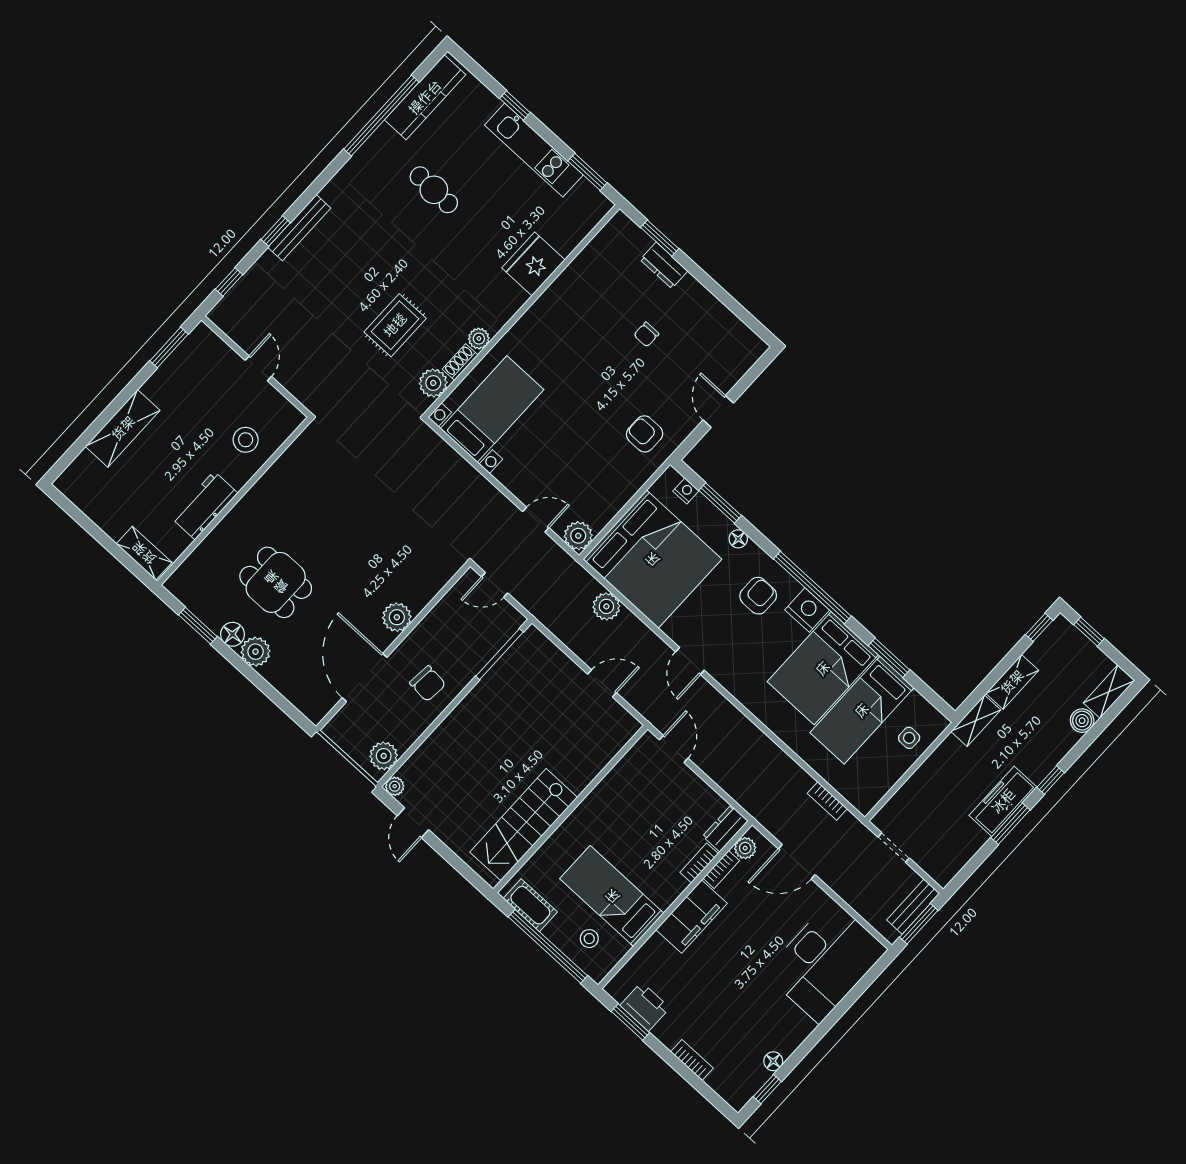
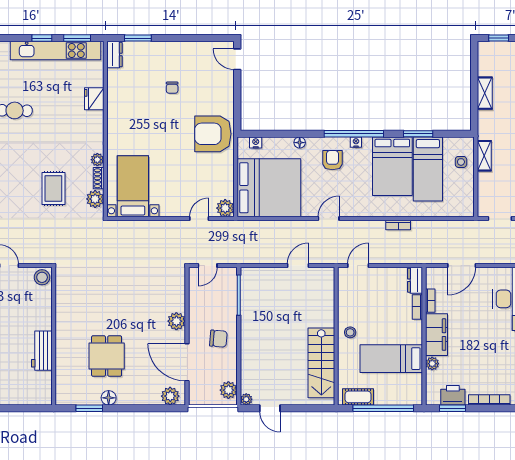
window: (515, 105) -> (42, 38), moved
kitchen unit: (534, 150) -> (56, 50), width x1.36
fridge: (533, 264) -> (94, 99), width x0.73, depth x0.75
dresser: (664, 265) -> (115, 55), moved, turned -90
door: (718, 411) -> (237, 59), moved
armchair: (645, 434) -> (213, 134), width x1.88, depth x1.88
stool: (246, 440) -> (42, 277), moved
window: (720, 503) -> (276, 134), removed
shelving: (144, 553) -> (34, 398), removed
dining table: (276, 582) -> (107, 356), turned 90
plant: (606, 606) -> (268, 229), removed
nightstand: (807, 610) -> (356, 142), width x0.53, depth x0.56
window: (1039, 627) -> (474, 57), removed
plant: (256, 652) -> (170, 396), moved
door: (690, 661) -> (329, 218), swing flipped
shelving: (976, 721) -> (484, 156), moved
door: (674, 749) -> (358, 266), hinge flipped
bookcase: (827, 801) -> (398, 225), moved
plant: (745, 848) -> (432, 364), moved
stool: (589, 939) -> (350, 332), moved
bookcase: (692, 1060) -> (489, 400), width x1.56

